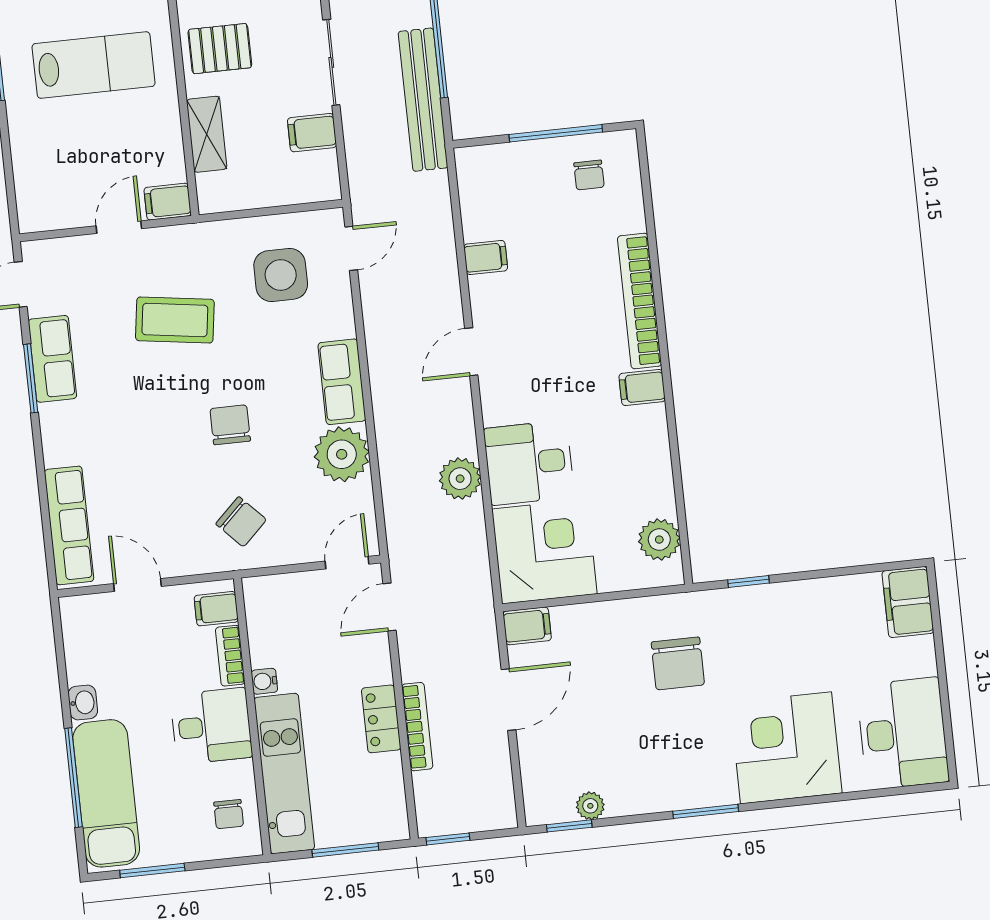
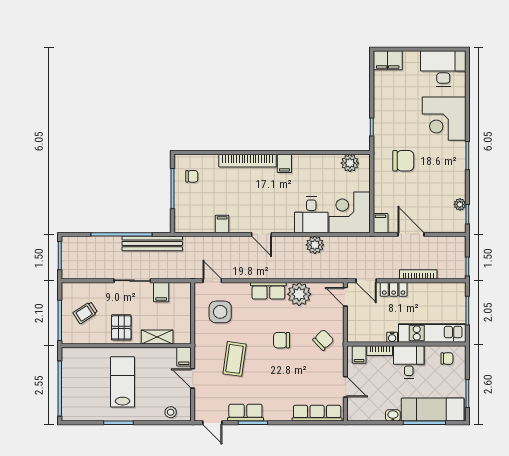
stool: (35, 185) -> (171, 412), added
door: (137, 585) -> (345, 387), swing flipped
locker: (381, 719) -> (394, 289), moved

